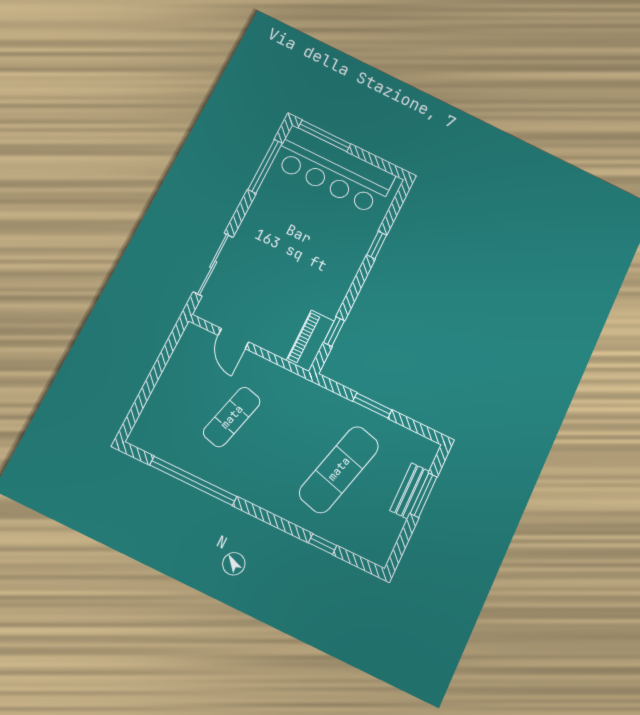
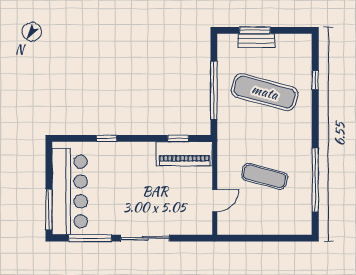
sliding door: (213, 264) -> (145, 238), moved
piano: (310, 341) -> (184, 154), width x1.37, depth x1.33
window: (372, 405) -> (214, 90), width x2.11

